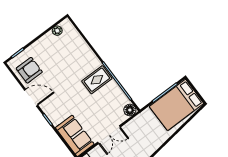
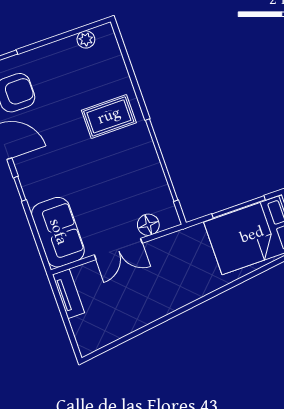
rug: (97, 80) -> (109, 116), moved
floor lamp: (130, 110) -> (148, 225), moved

